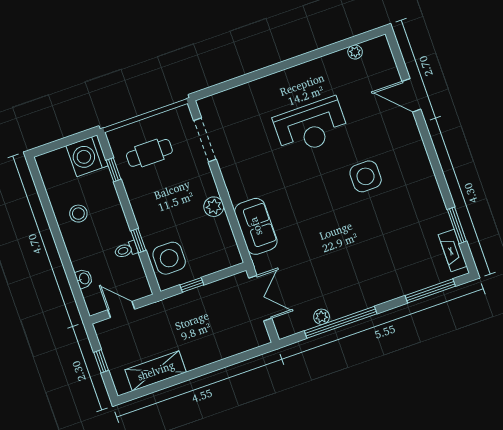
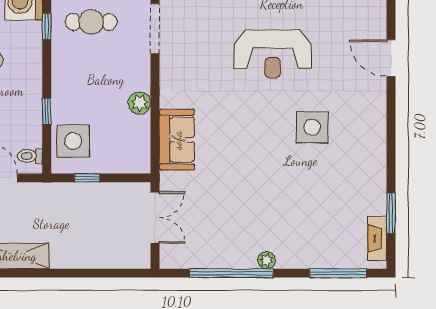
toilet: (126, 250) -> (30, 156), moved
plant: (322, 317) -> (266, 260), moved

